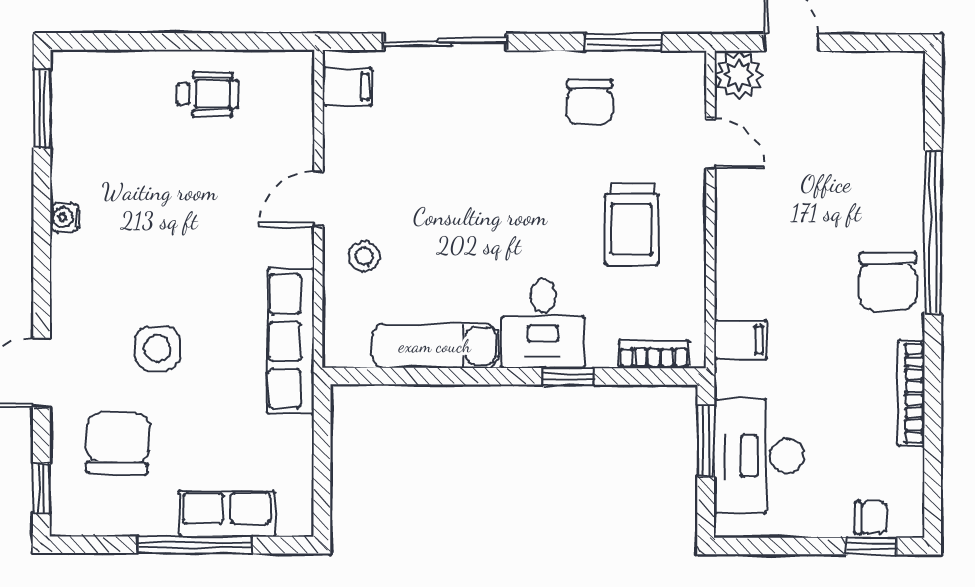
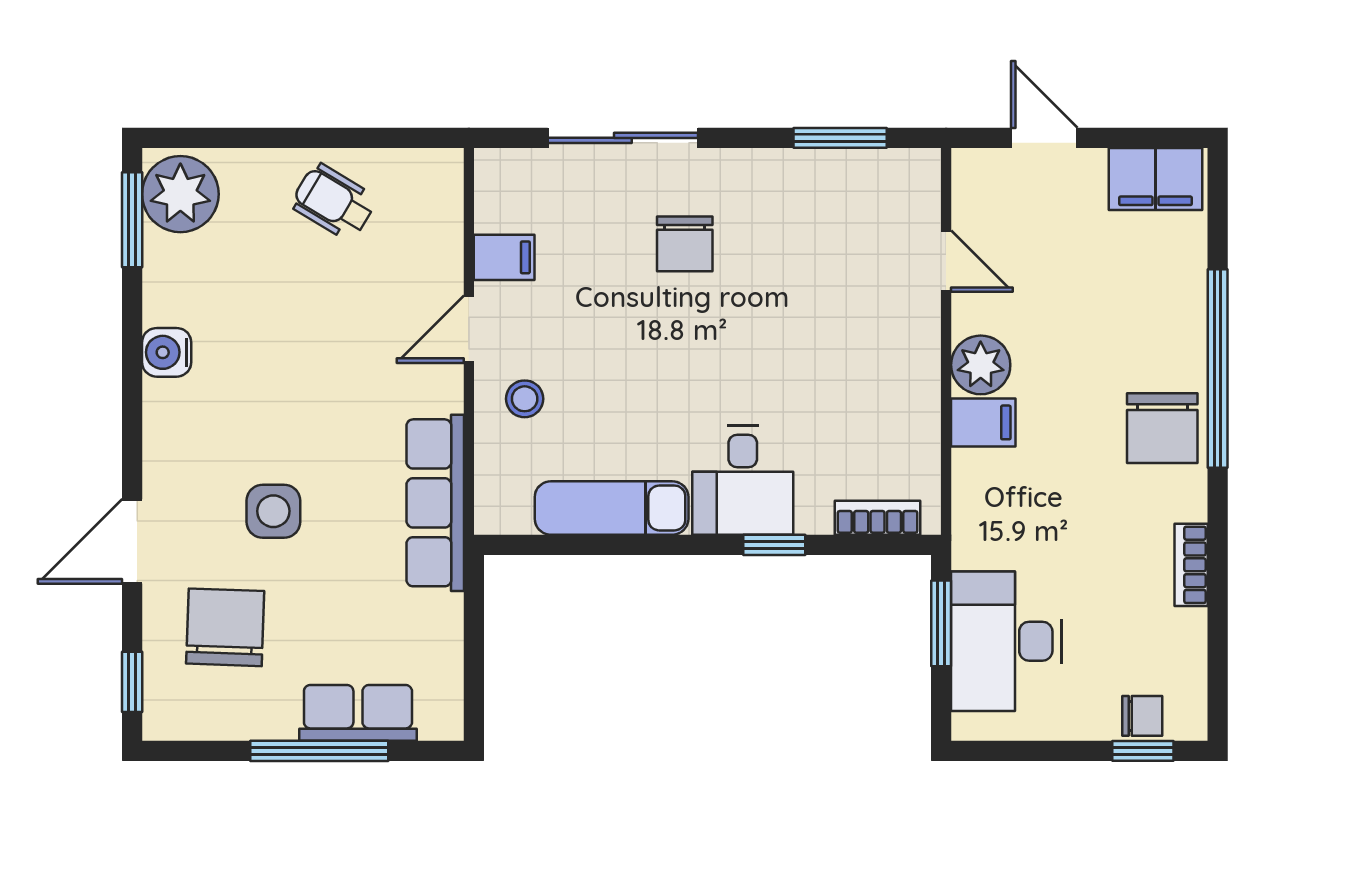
plant: (739, 75) -> (981, 365), moved
filing cabinet: (882, 77) -> (1156, 179), added
plant: (82, 87) -> (180, 194), added
filing cabinet: (348, 87) -> (504, 257), moved
wheelchair: (208, 94) -> (334, 202), turned -149
chair: (590, 102) -> (685, 244), moved
water cooler: (65, 217) -> (167, 352), width x1.38, depth x1.38
trolley: (632, 224) -> (850, 359), removed
filing cabinet: (741, 340) -> (983, 422), moved
bookcase: (911, 393) -> (1191, 565), width x0.64

